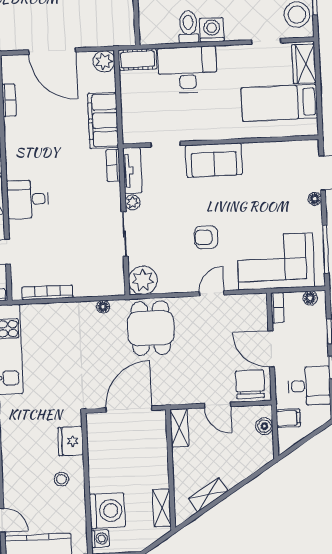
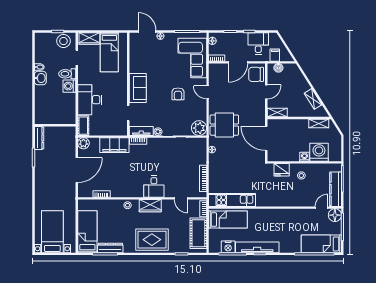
toilet: (188, 27) -> (67, 74), moved
washing machine: (100, 539) -> (304, 157), moved

